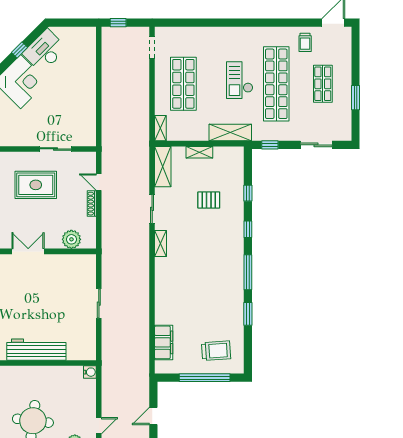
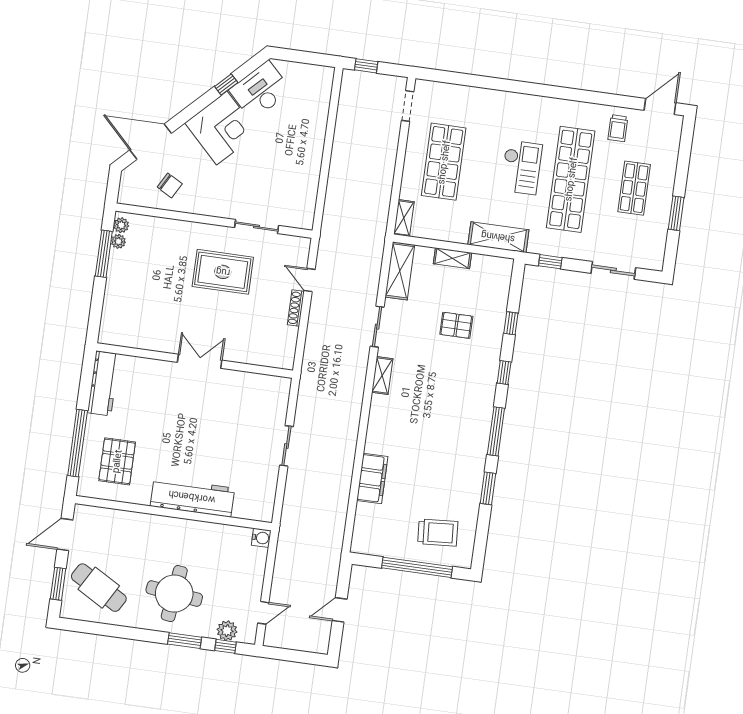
checkout: (240, 80) -> (521, 167), turned 180
plant: (71, 239) -> (261, 353), removed
filing cabinet: (164, 342) -> (372, 478), moved

